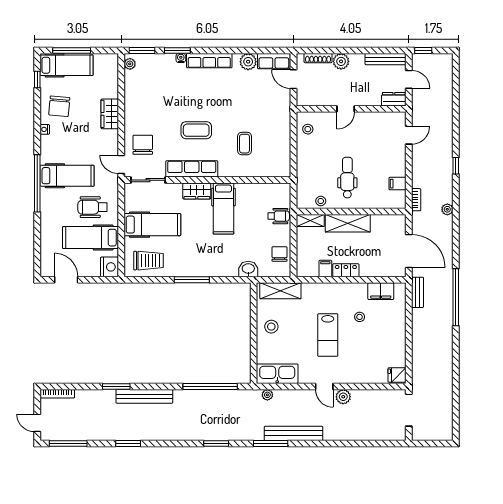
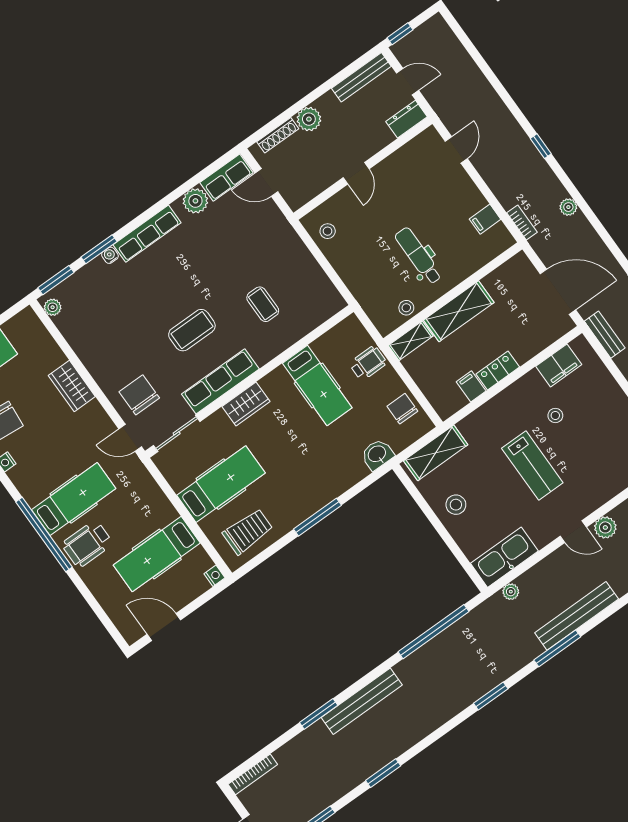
wheelchair: (93, 207) -> (87, 544), moved
hospital bed: (223, 209) -> (317, 385), moved
nightstand: (109, 267) -> (215, 576), width x0.53, depth x0.56

